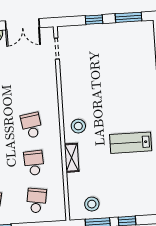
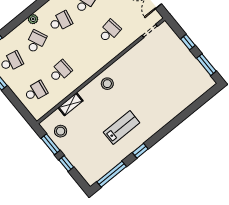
school desk: (32, 125) -> (109, 31), moved
lab bench: (131, 143) -> (122, 128), turned 90
shelving: (72, 158) -> (71, 104), moved

